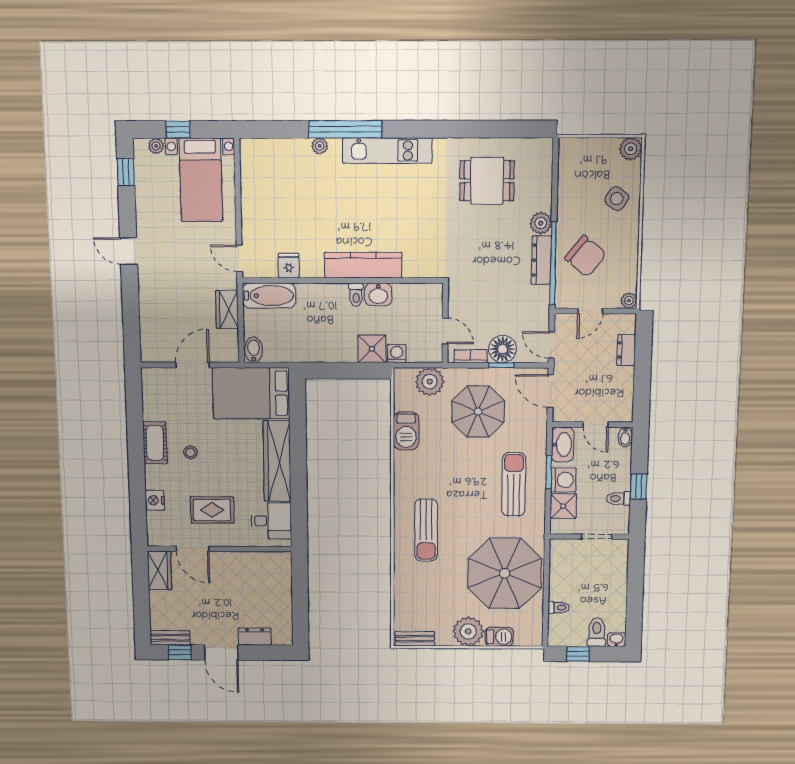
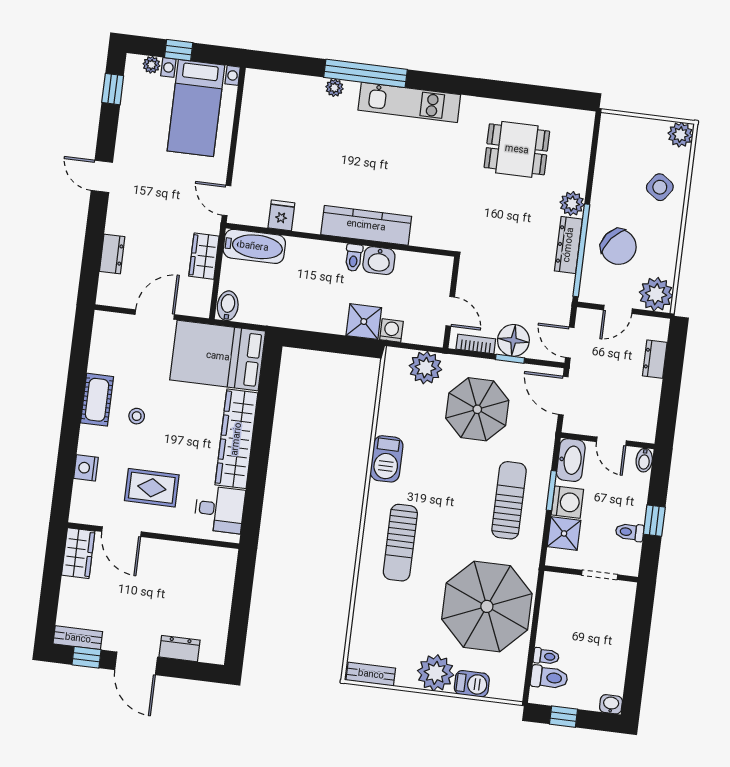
plant: (629, 301) -> (656, 294), width x1.88, depth x1.88
dresser: (148, 318) -> (112, 254), added
barbecue: (406, 431) -> (387, 459), moved
toilet: (597, 632) -> (549, 677), moved, turned 90

